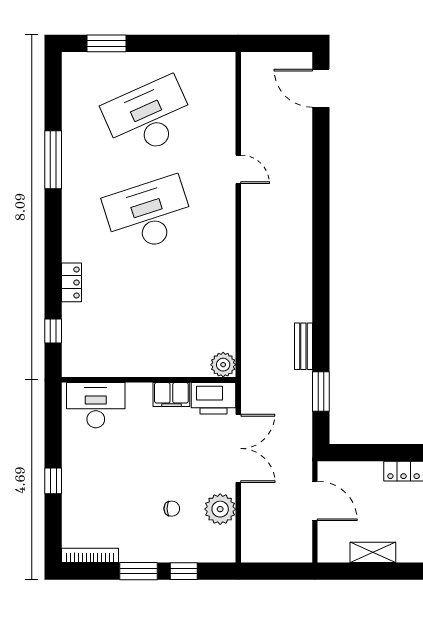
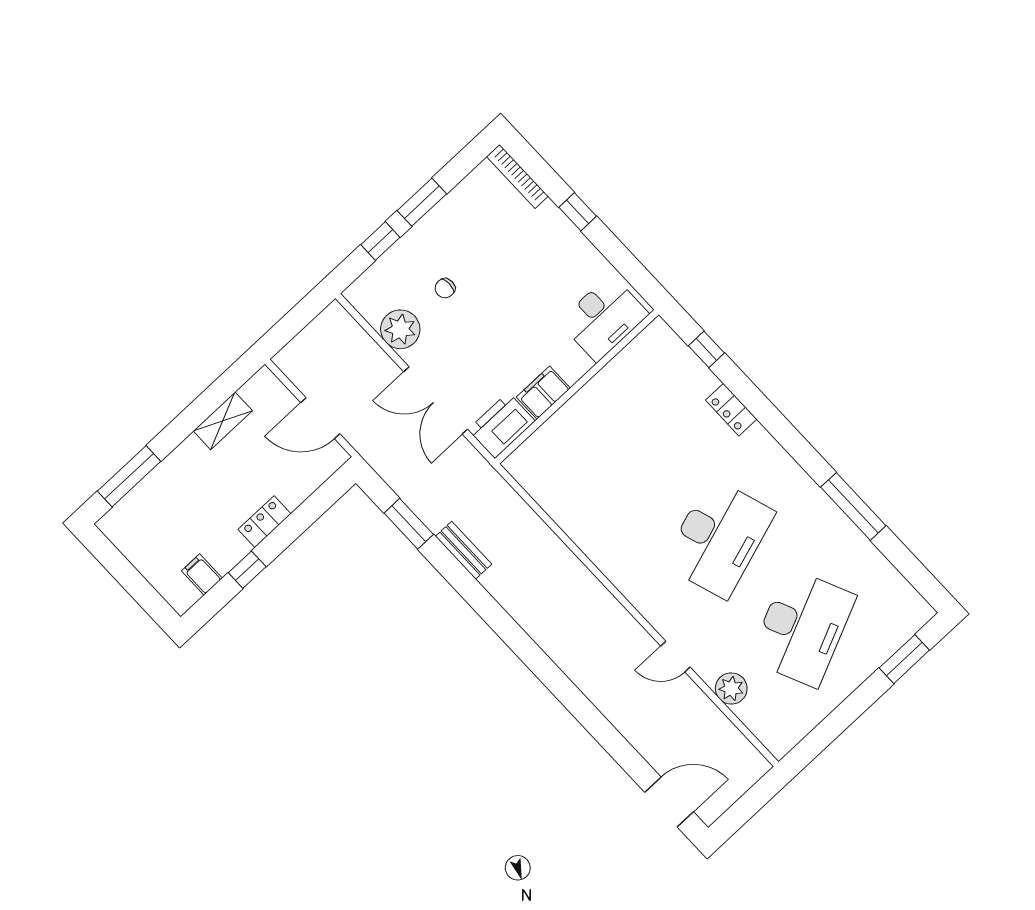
plant: (223, 365) -> (731, 689), moved
bookcase: (90, 555) -> (517, 176), moved, turned 90

